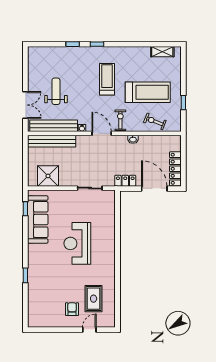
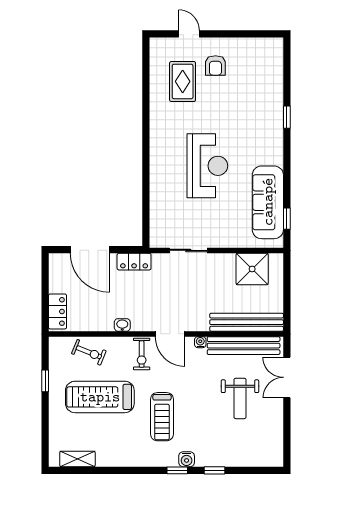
water cooler: (91, 51) -> (187, 459), added
locker: (175, 169) -> (57, 311), moved, width x0.66
door: (89, 330) -> (189, 34), swing flipped

